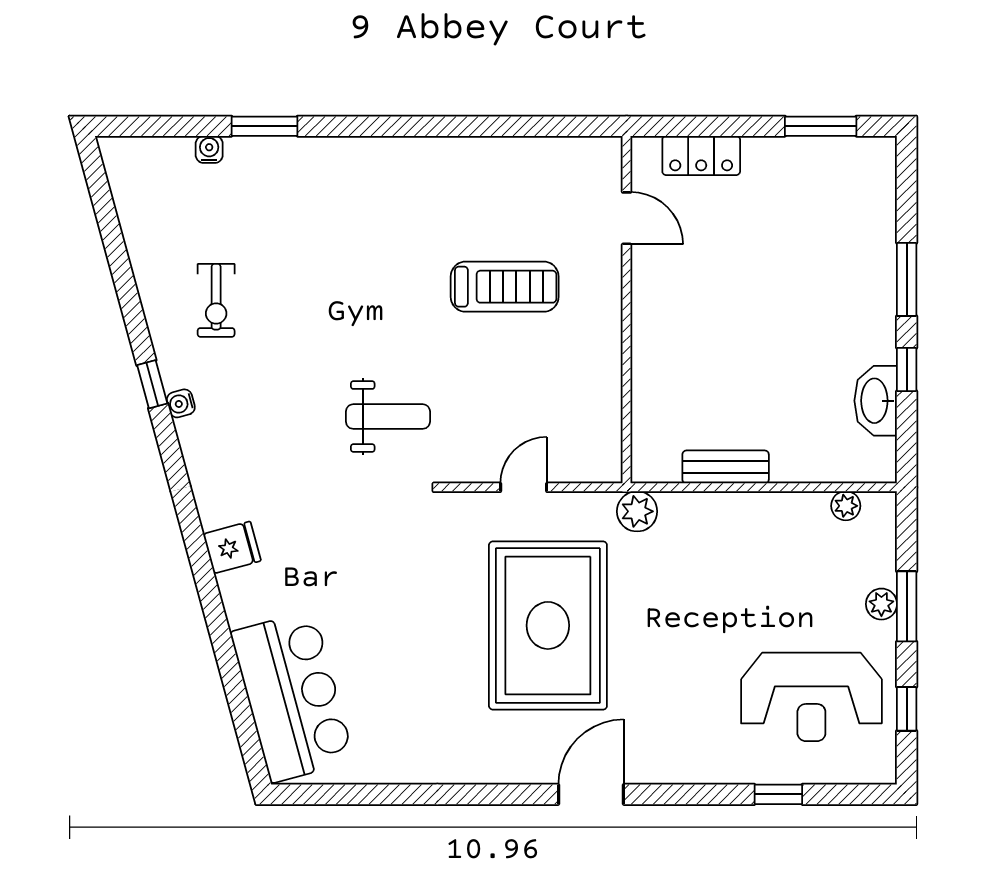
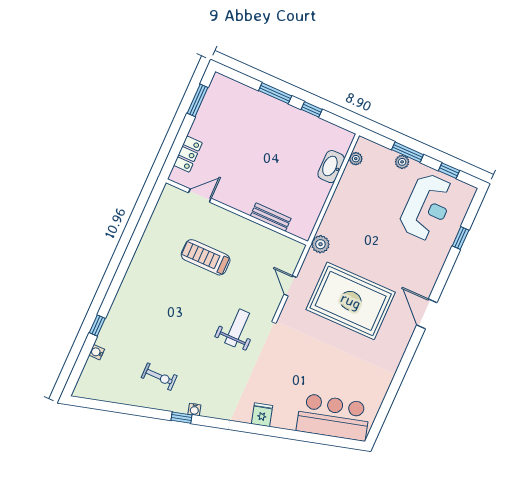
window: (265, 126) -> (97, 326), width x0.67
treadmill: (505, 287) -> (206, 257), turned -90
washbasin: (876, 401) -> (331, 167), moved, turned 90
bench: (726, 467) -> (271, 217), moved, turned 90

